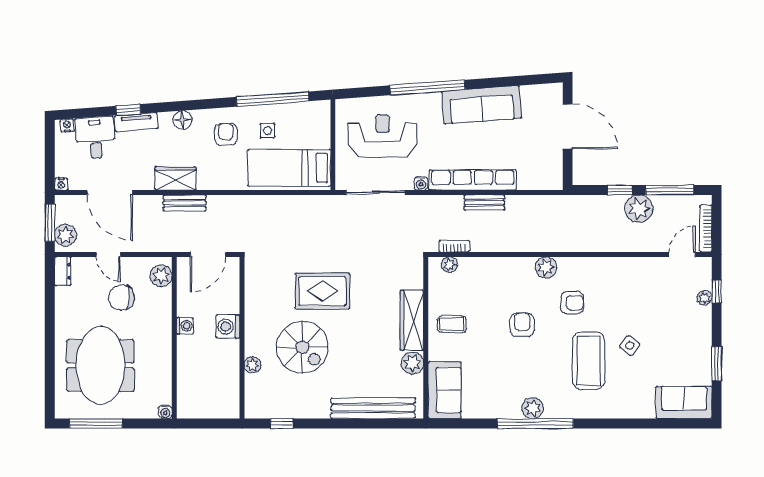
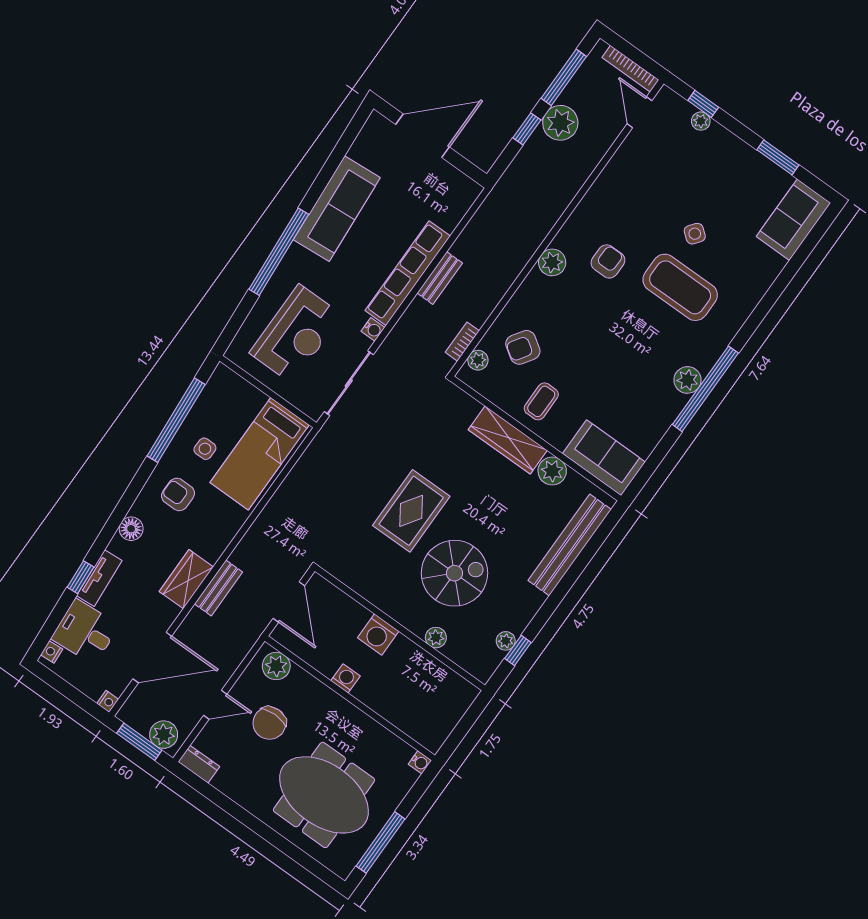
reception desk: (383, 136) -> (296, 334), turned 180
armchair: (522, 325) -> (523, 347), moved, turned -57
plant: (282, 411) -> (506, 641), added

